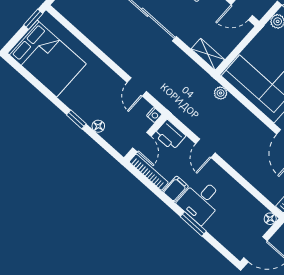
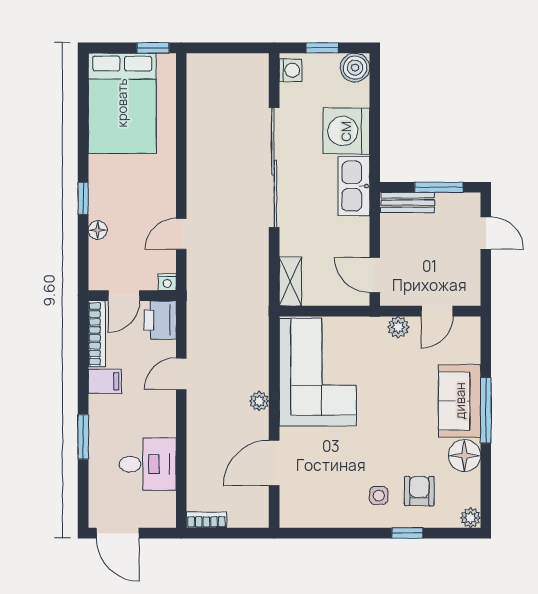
plant: (221, 93) -> (259, 401), moved
desk: (201, 201) -> (148, 464), moved, turned 180
floor lamp: (270, 219) -> (167, 519), removed

